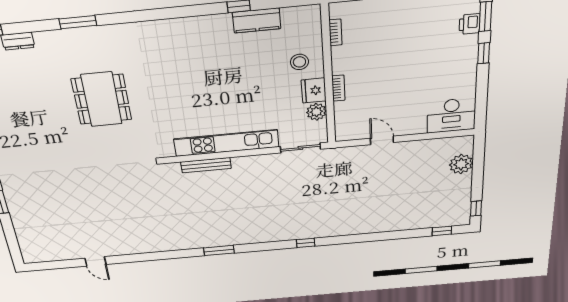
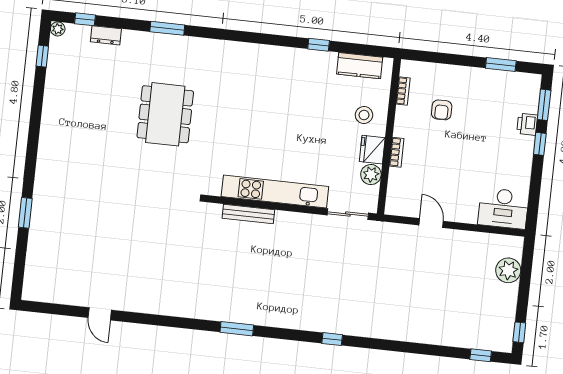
kitchen counter: (257, 20) -> (360, 66), moved
printer: (470, 24) -> (527, 124), moved
armchair: (378, 42) -> (442, 110), added

